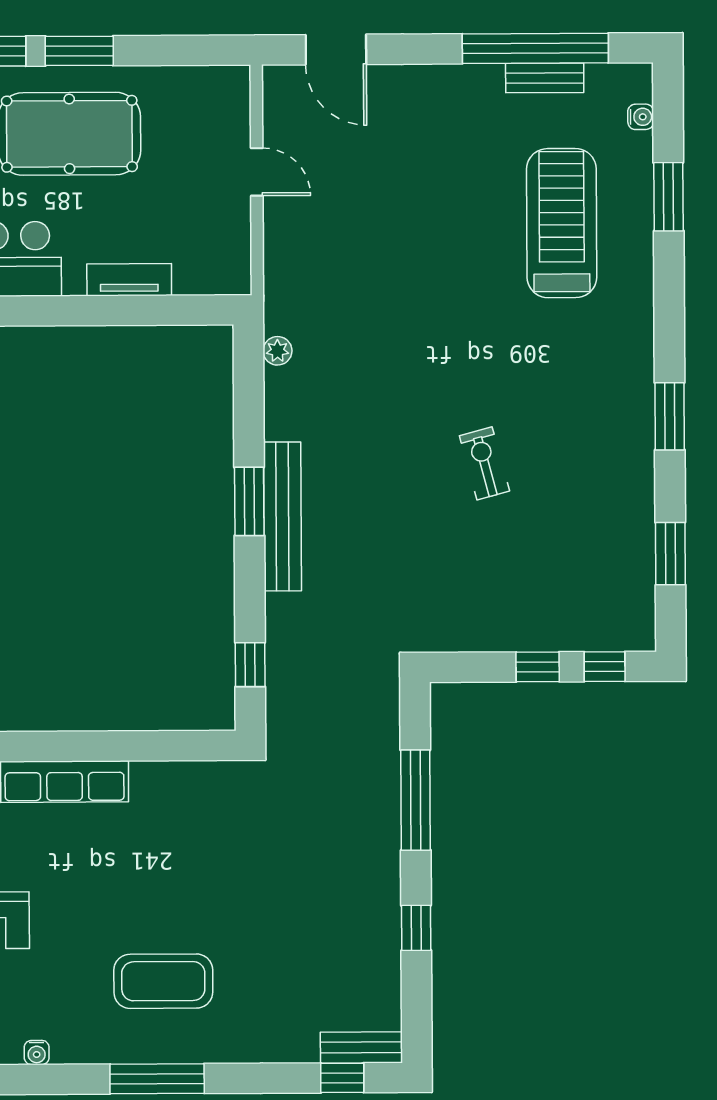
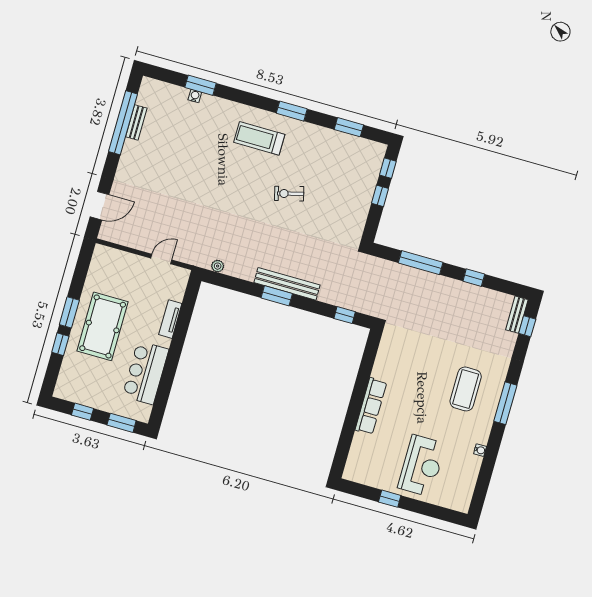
water cooler: (641, 117) -> (195, 96), moved
door: (257, 172) -> (161, 259), moved
treadmill: (562, 223) -> (259, 138), moved, width x0.73, depth x0.73

